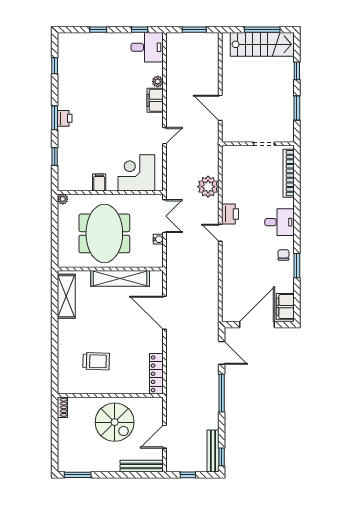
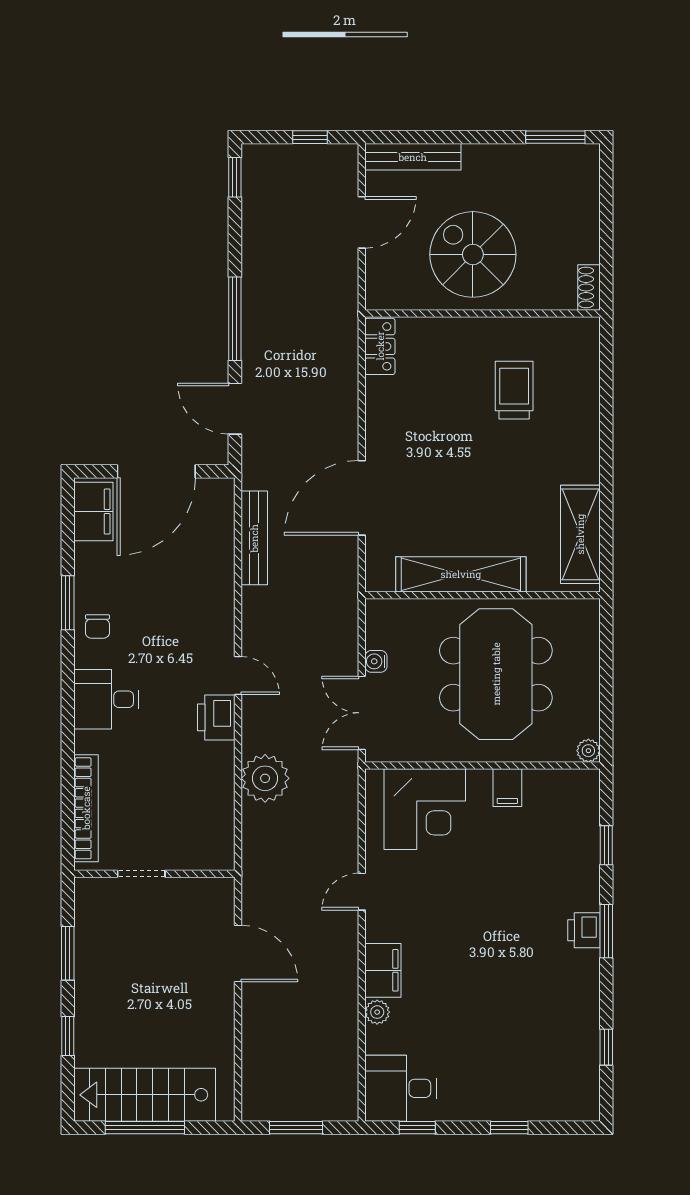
door: (165, 313) -> (362, 498), swing flipped
trolley: (96, 361) -> (514, 390), turned 88
locker: (156, 374) -> (380, 346), width x0.66
bench: (213, 451) -> (254, 538), moved

